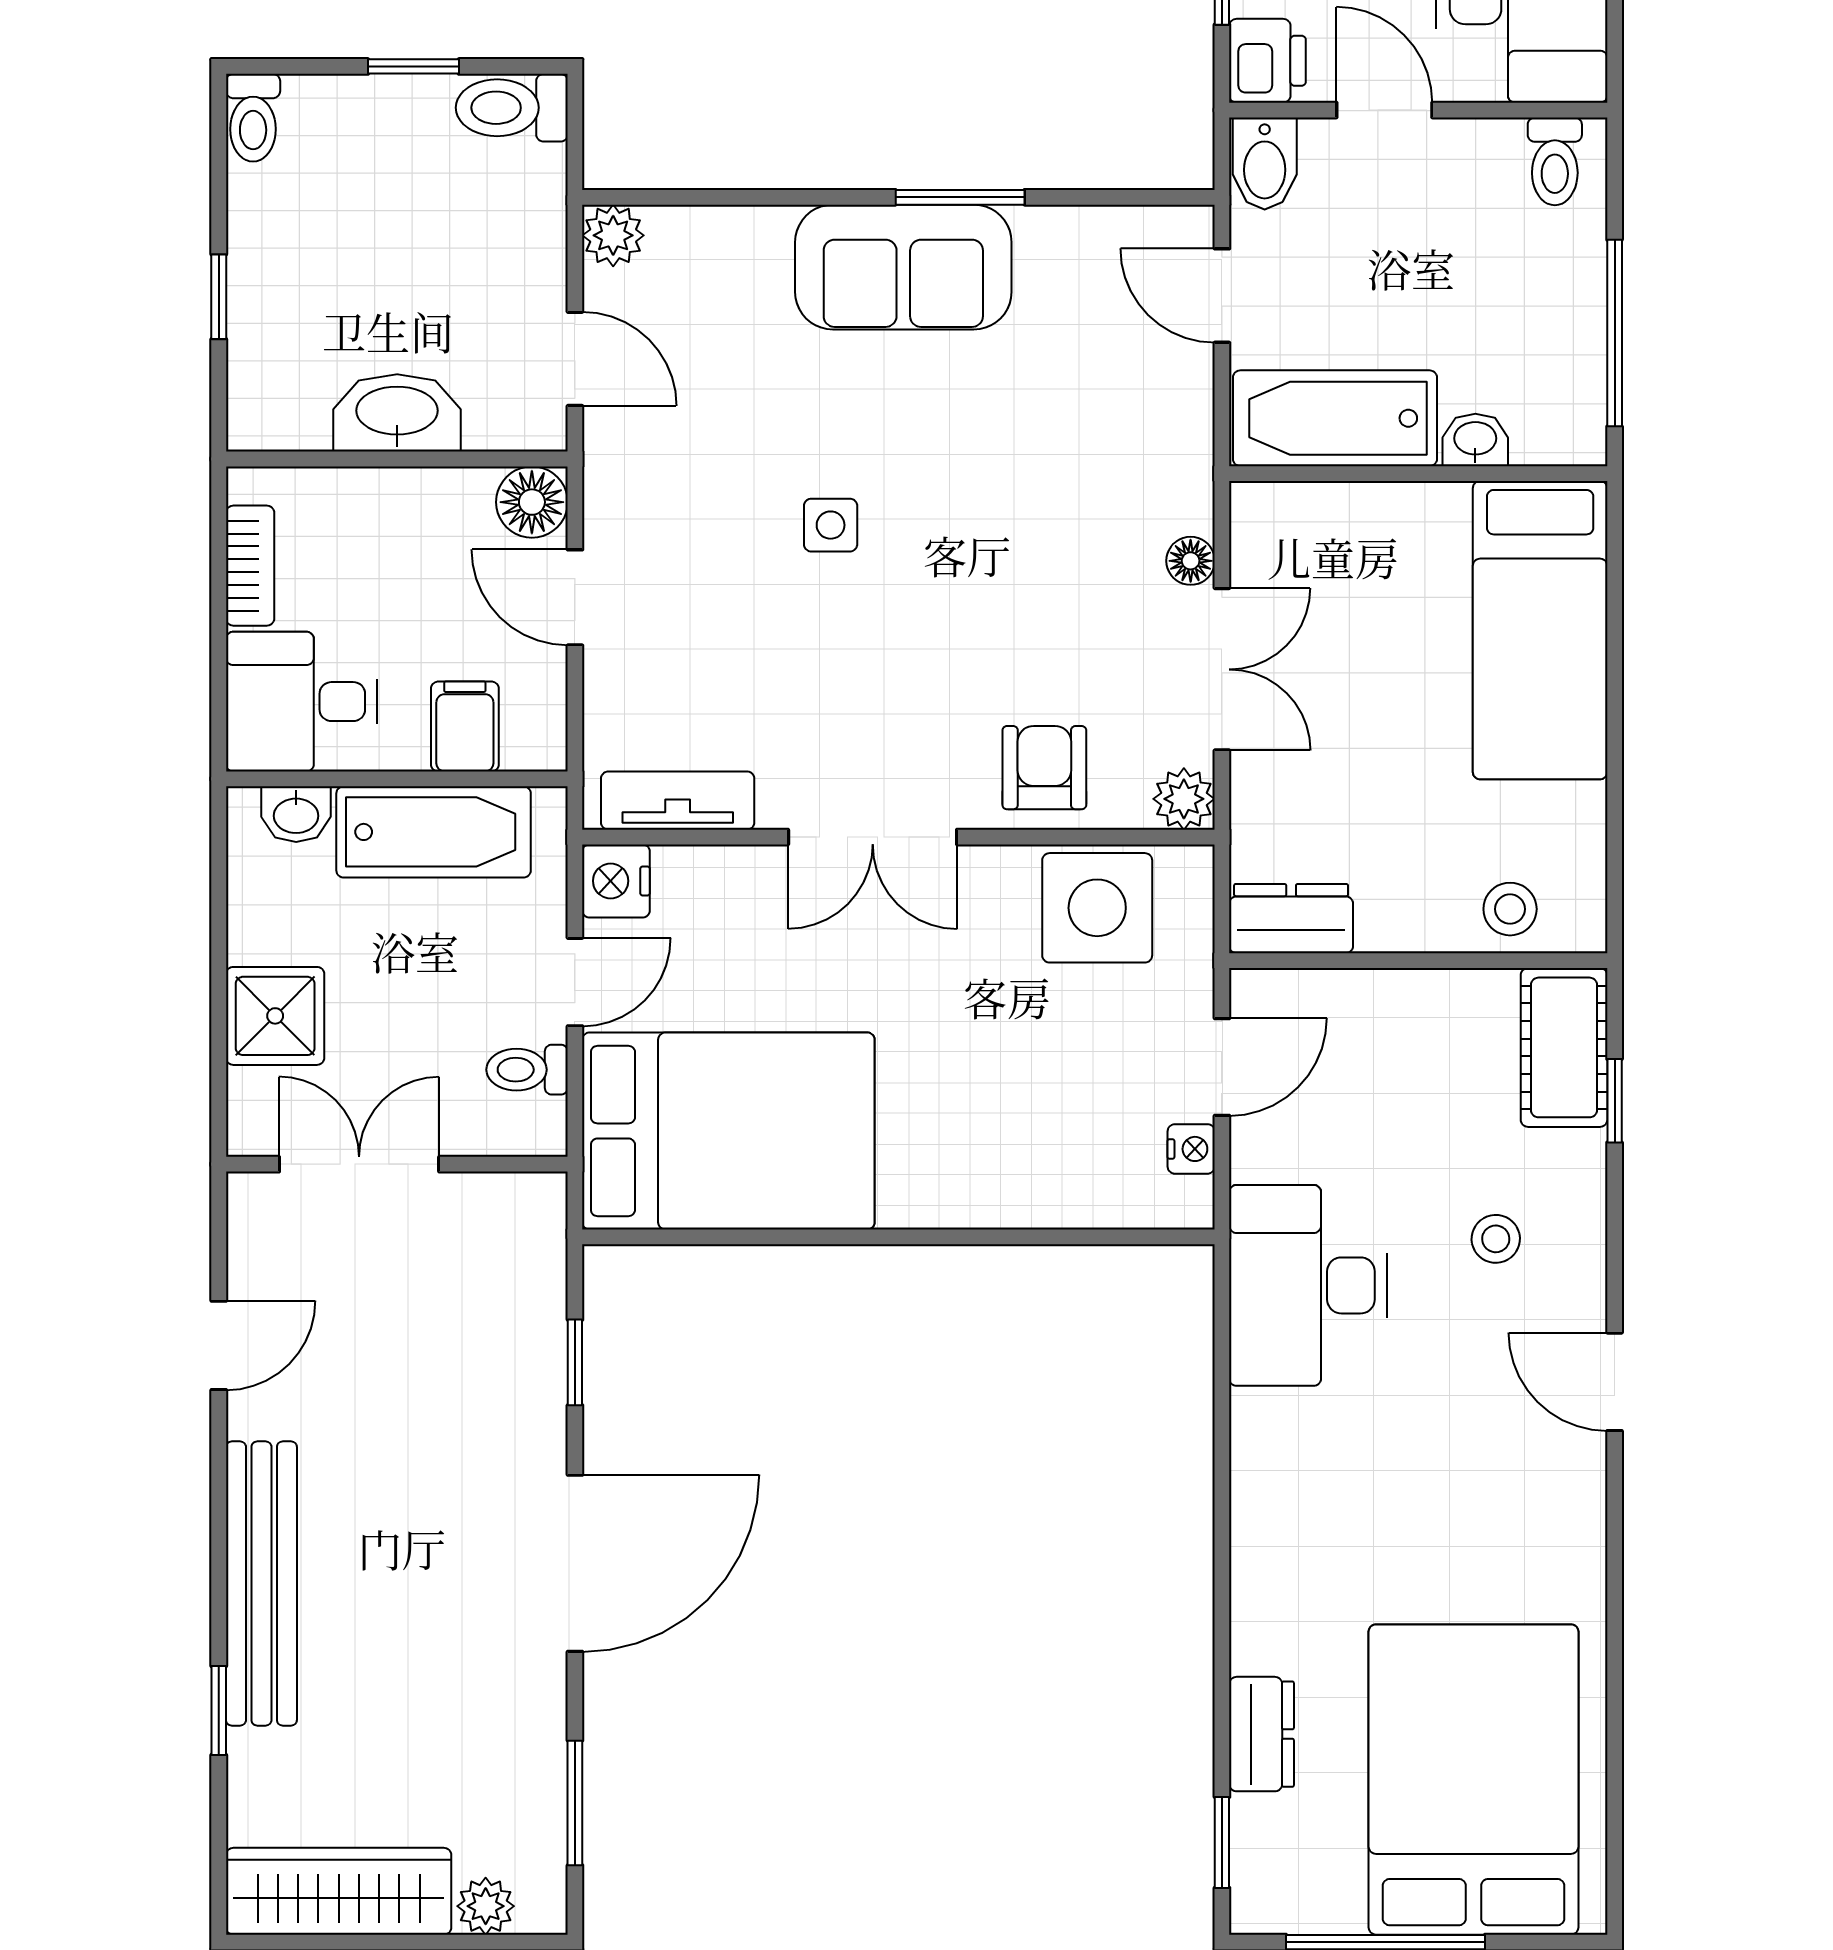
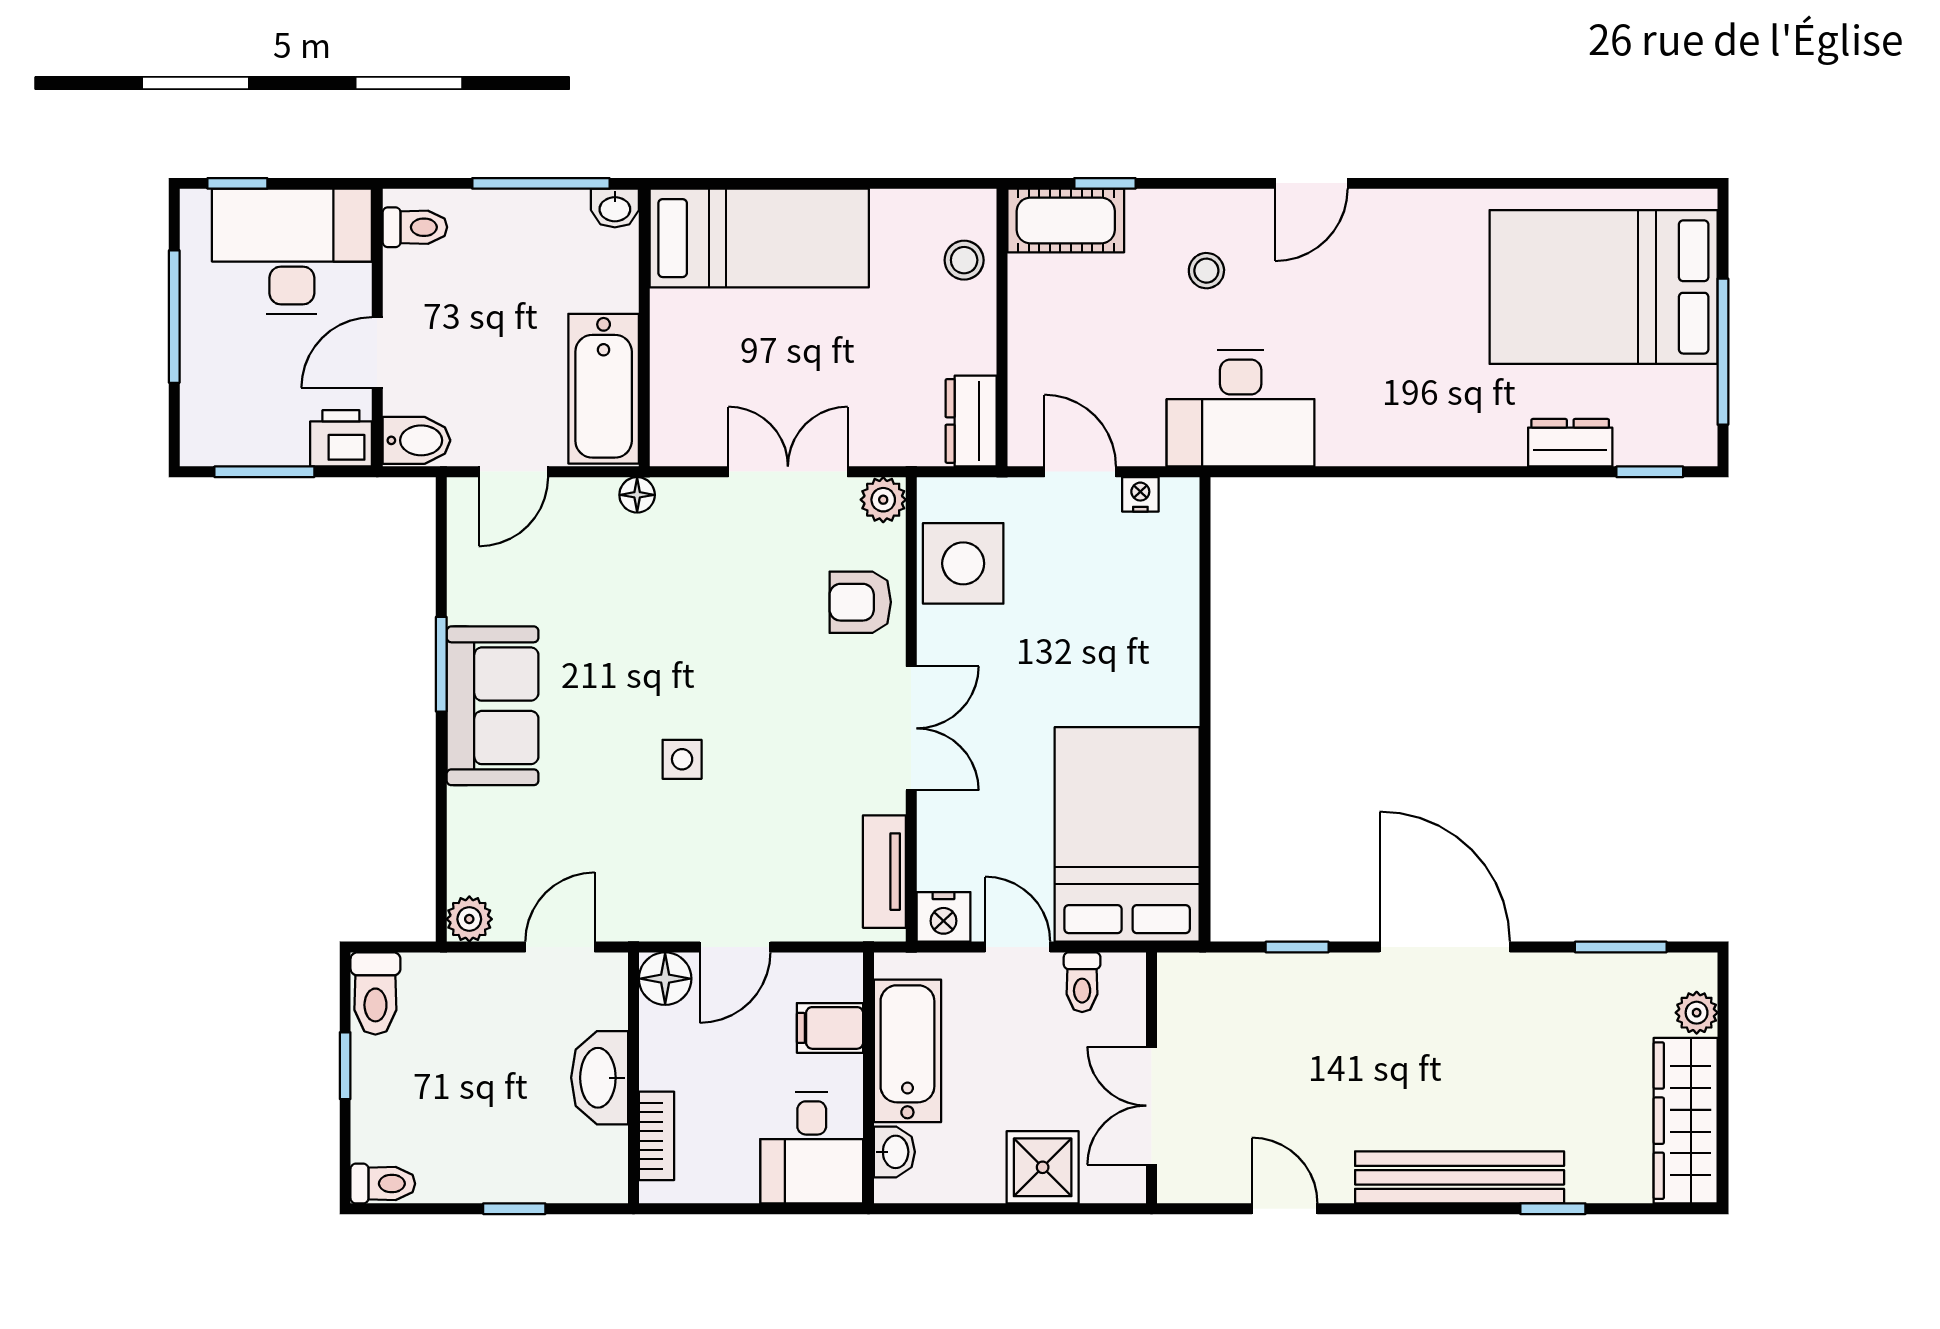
washbasin: (1475, 440) -> (615, 208), moved, turned -90
floor lamp: (1191, 561) -> (637, 495), moved
bookcase: (250, 566) -> (657, 1136), moved, turned 90

